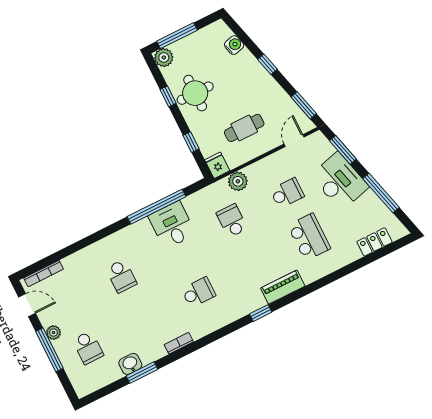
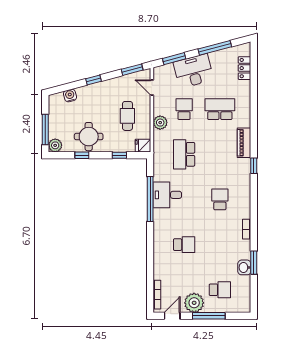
plant: (238, 181) -> (160, 123), moved
school desk: (232, 221) -> (184, 154), width x1.85
plant: (53, 333) -> (194, 303), width x1.88, depth x1.88

